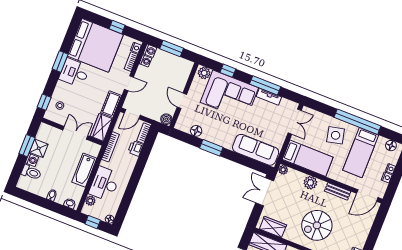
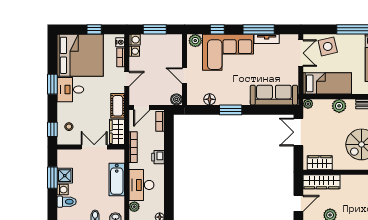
side table: (336, 135) -> (328, 46), moved
printer: (136, 148) -> (158, 157), moved

